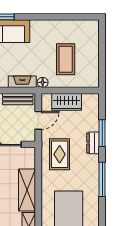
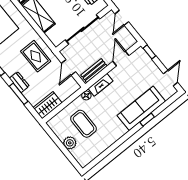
plant: (92, 52) -> (70, 143), added
wardrobe: (67, 102) -> (47, 105), moved

